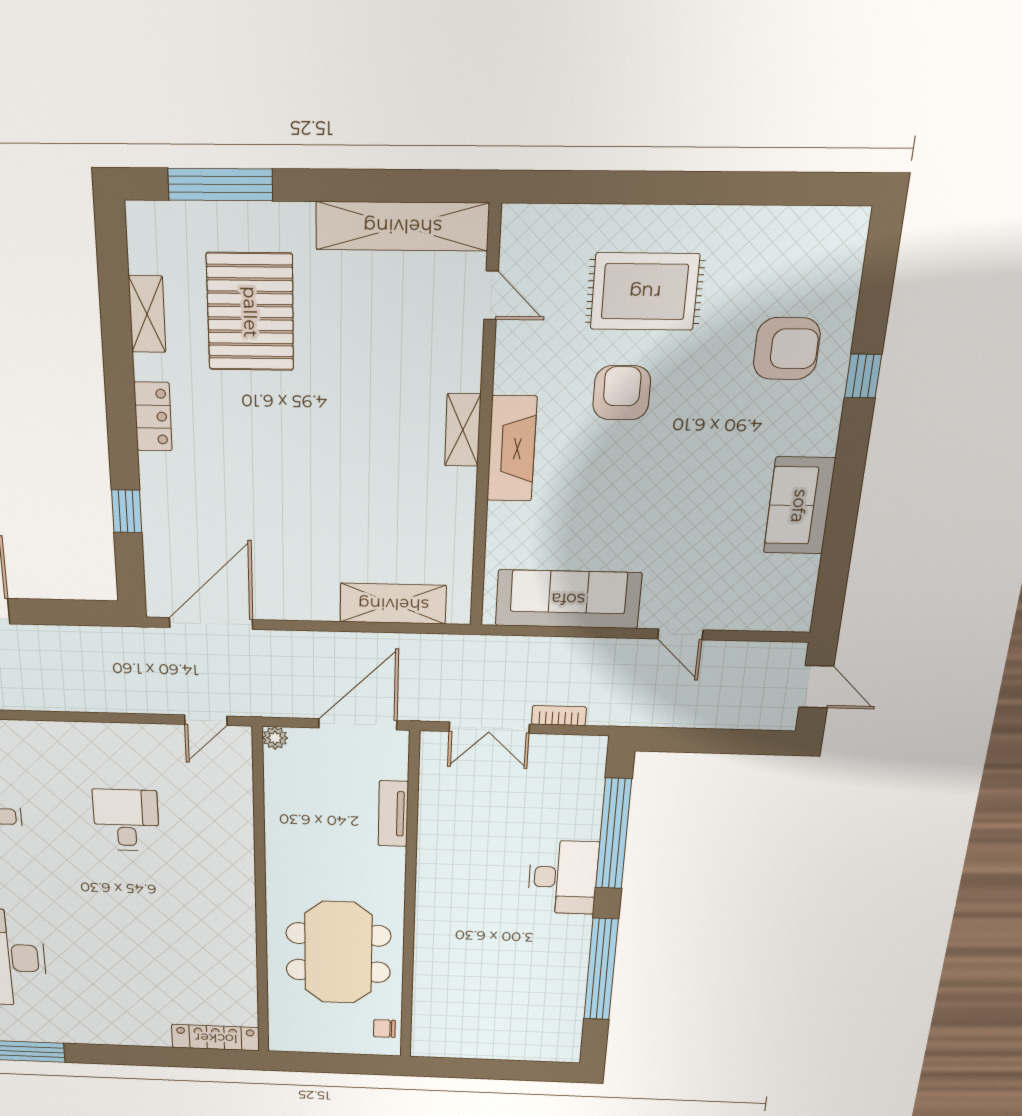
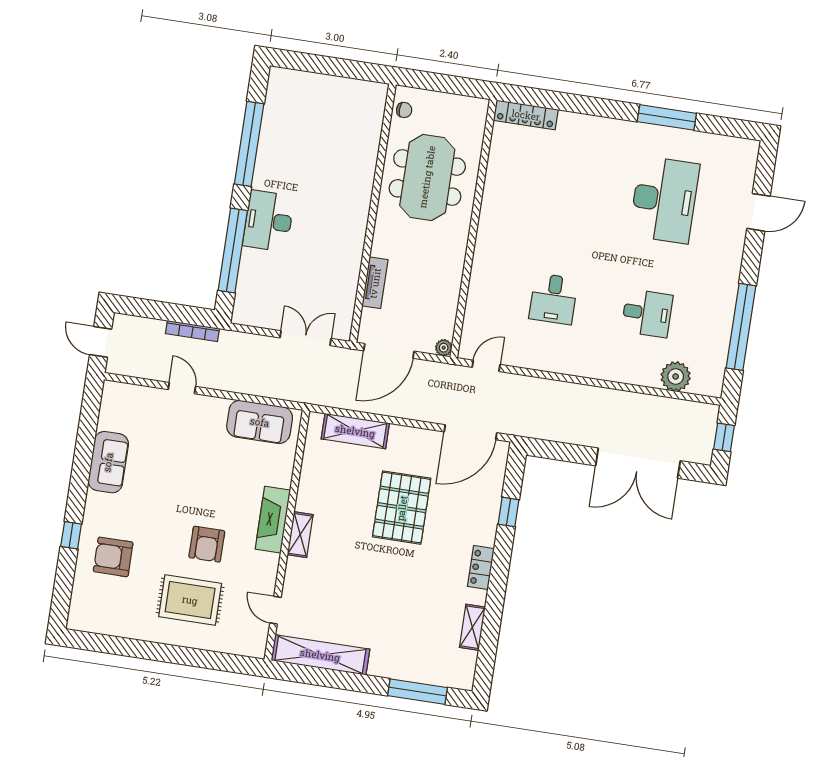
pallet: (250, 312) -> (402, 508), moved
sofa: (568, 599) -> (260, 422), width x0.73
bookcase: (559, 716) -> (192, 331), moved, width x1.56

